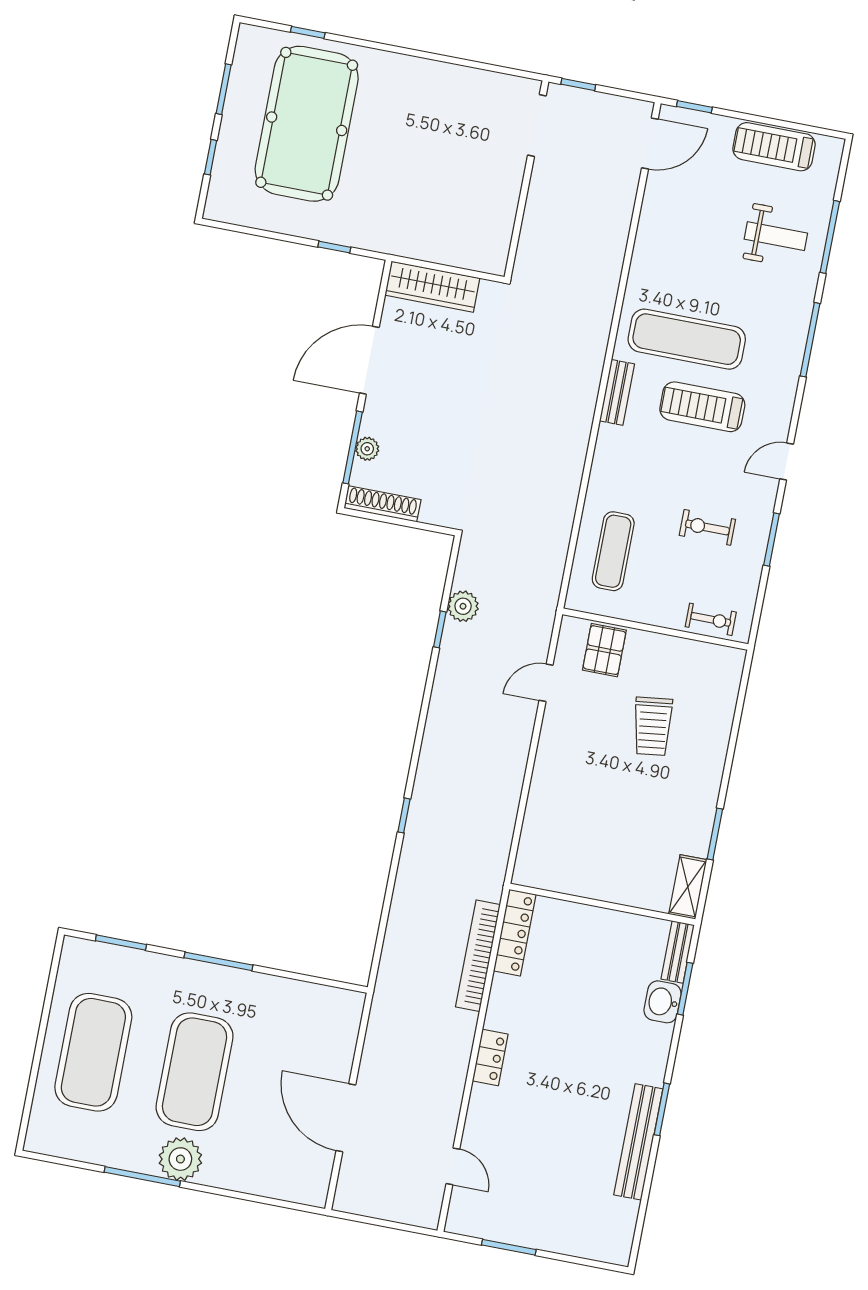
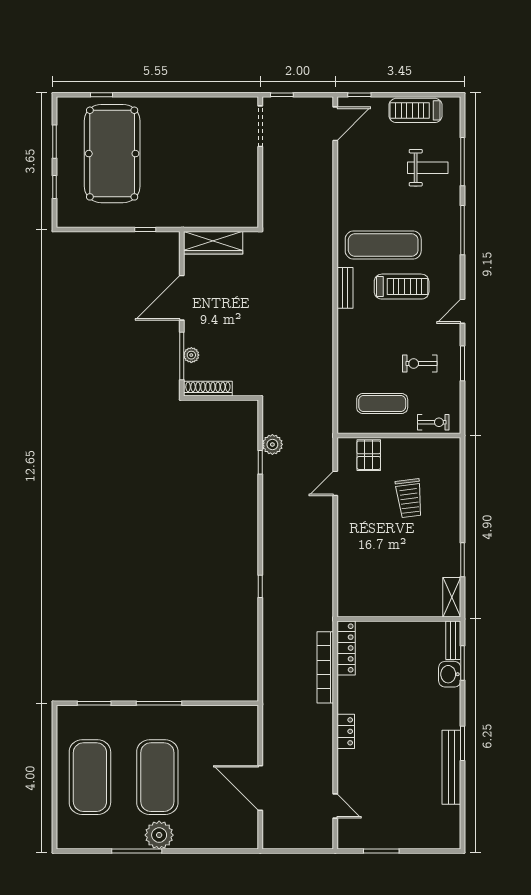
treadmill: (702, 407) -> (402, 287), turned 180
exercise mat: (613, 551) -> (382, 403), moved, turned 90

